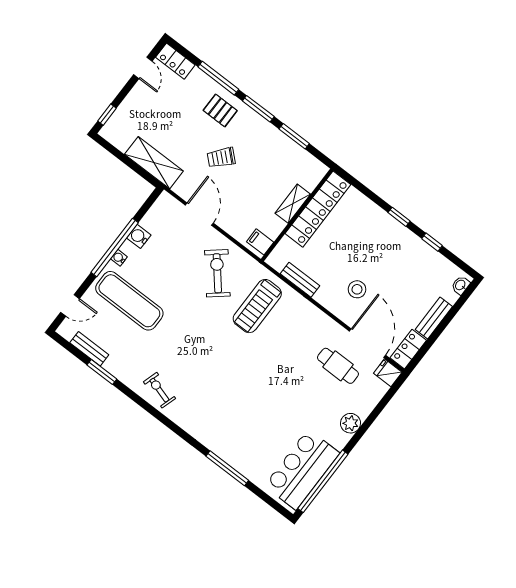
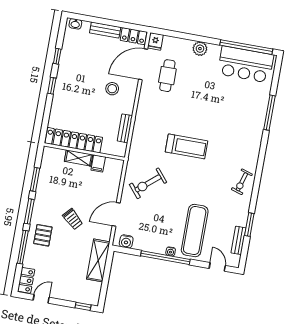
water cooler: (139, 236) -> (126, 241), moved
filing cabinet: (260, 242) -> (98, 163), moved
treadmill: (257, 306) -> (187, 146), moved

